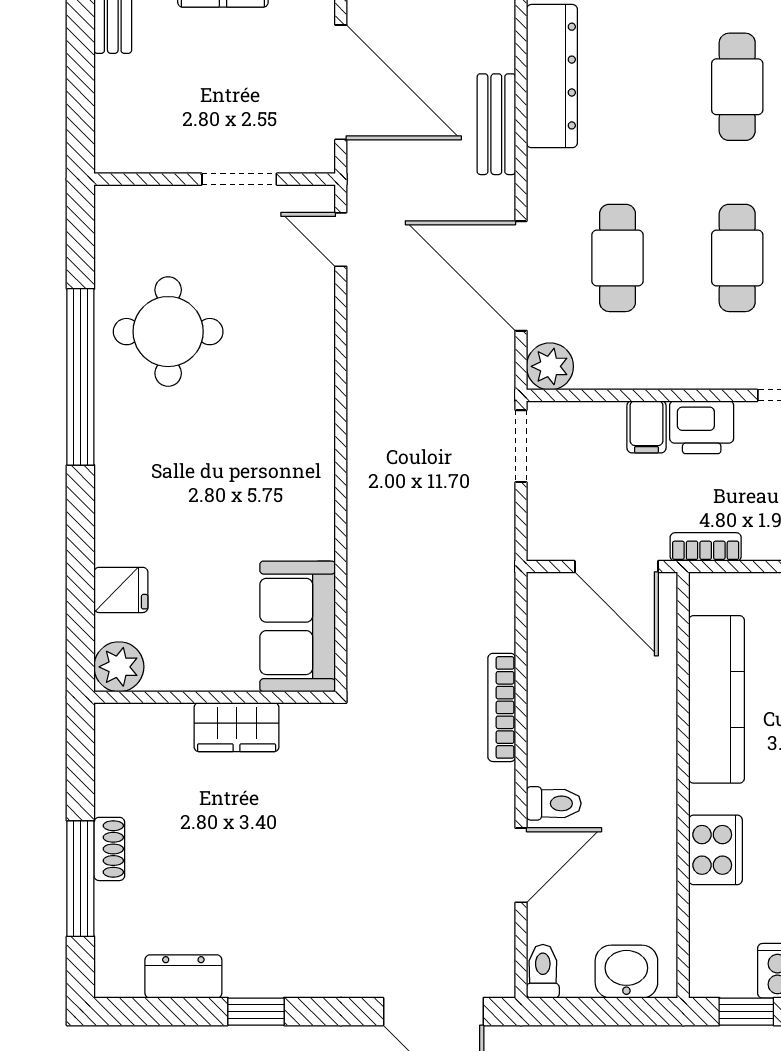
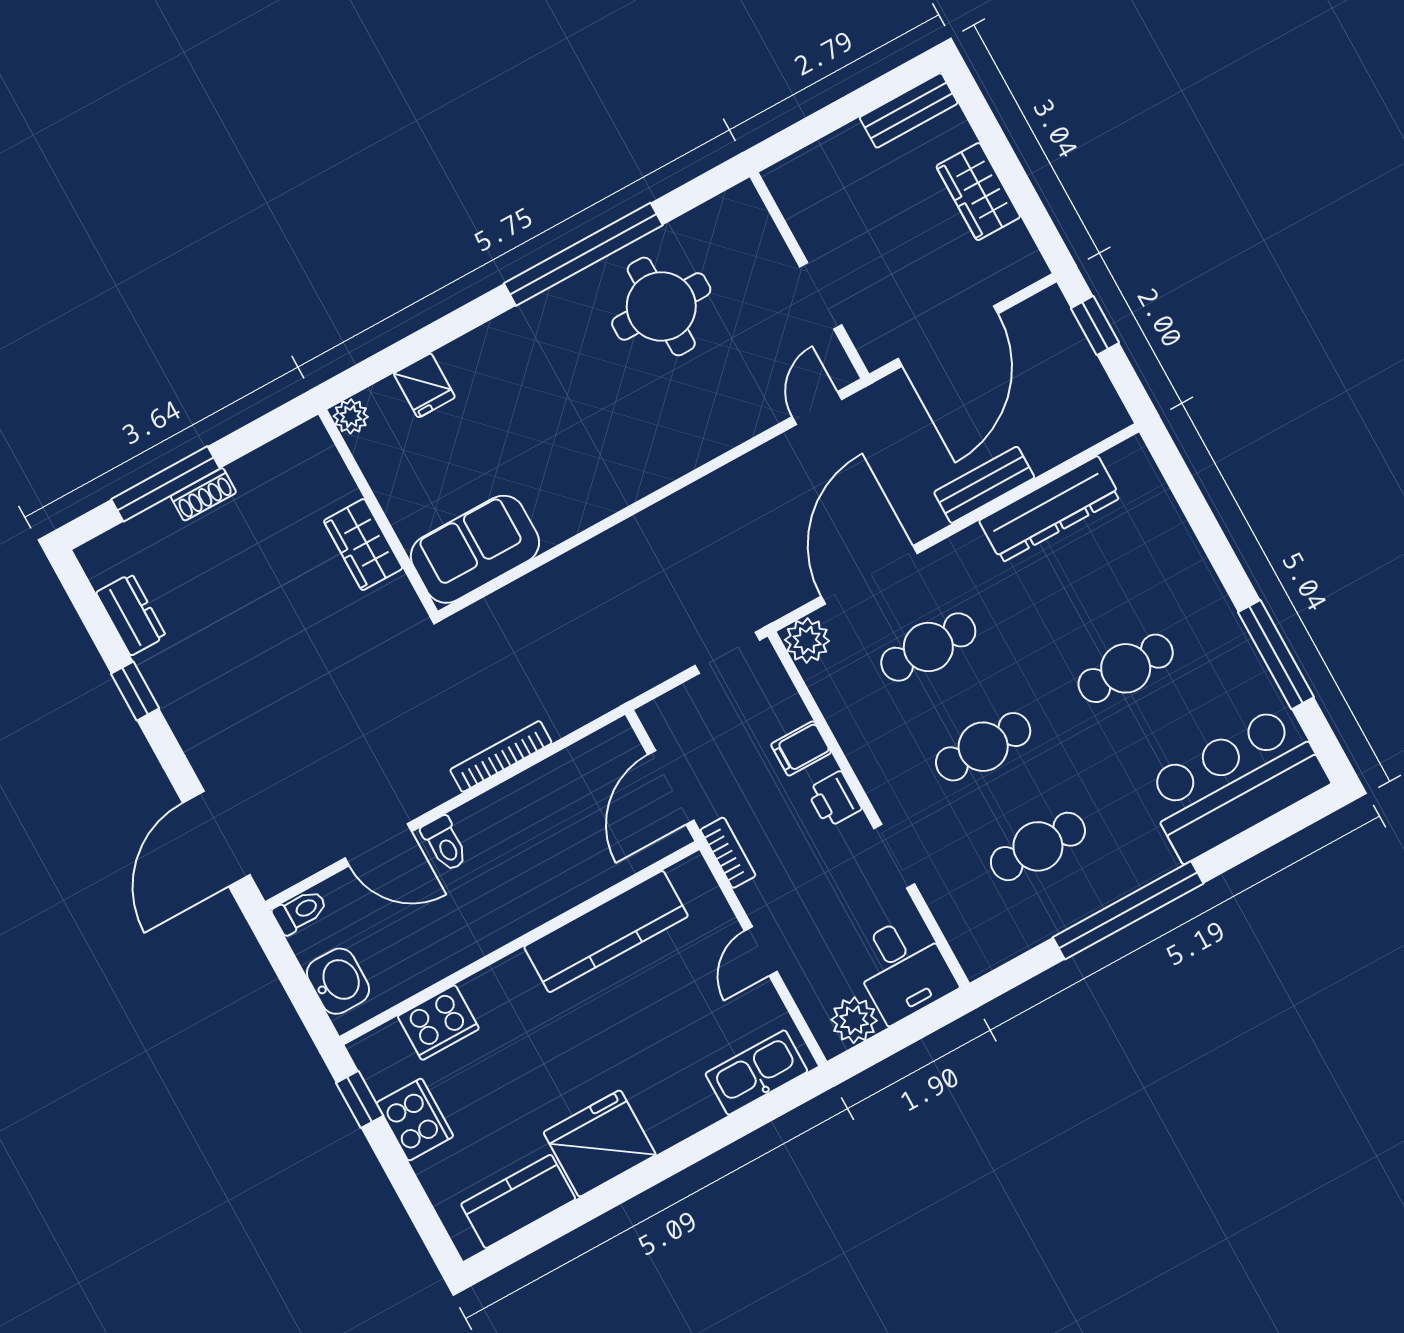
printer: (702, 427) -> (834, 799), width x0.73, depth x0.81
plant: (119, 667) -> (351, 416), width x0.73, depth x0.73
cooker: (715, 850) -> (438, 1023), moved

